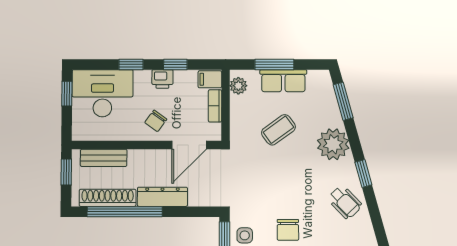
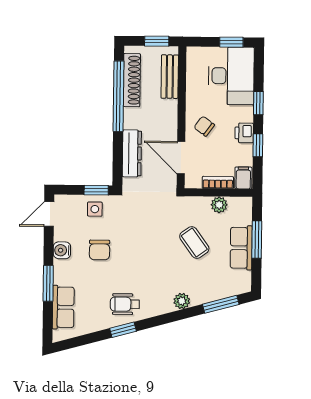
plant: (238, 86) -> (219, 205), moved
plant: (333, 144) -> (182, 301), width x0.53, depth x0.53
window: (363, 174) -> (123, 330), moved
dresser: (162, 197) -> (132, 153), moved
wheelchair: (345, 202) -> (125, 304), turned 44
chair: (288, 230) -> (100, 250), turned -90

